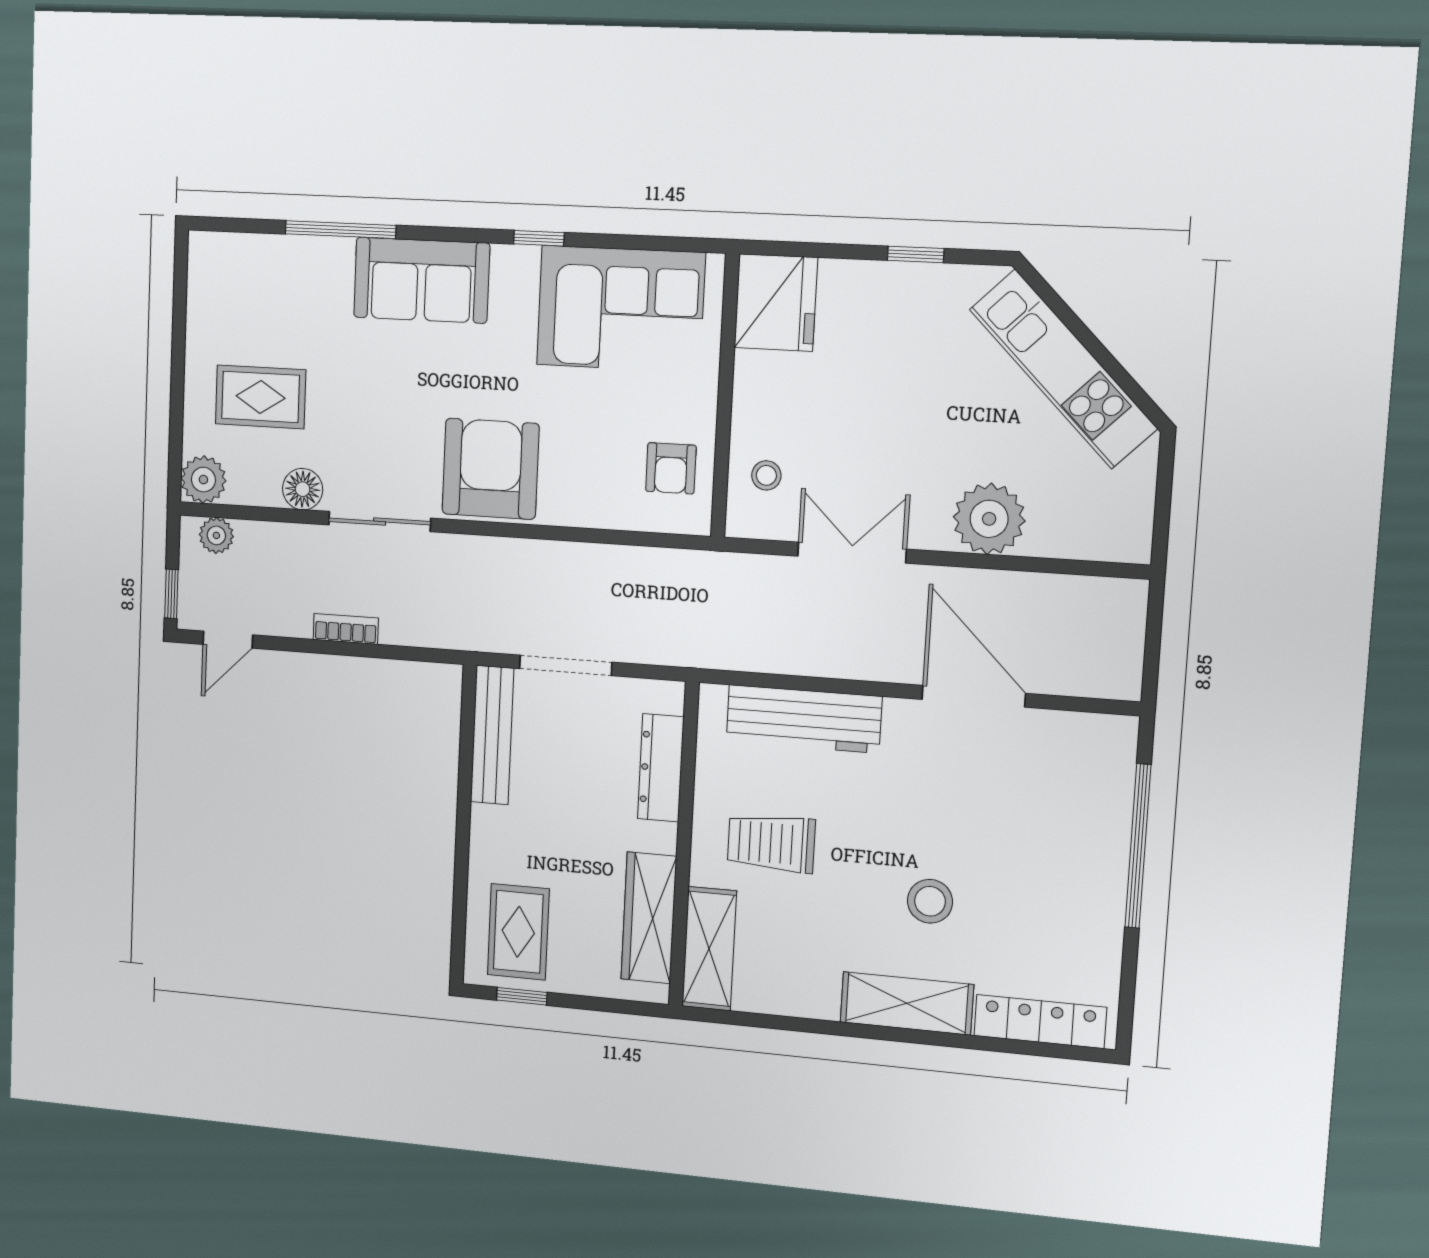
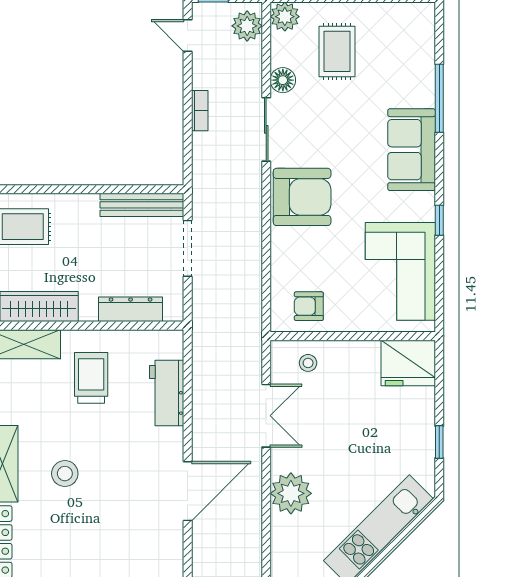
plant: (216, 535) -> (247, 26), width x1.38, depth x1.38
workbench: (804, 719) -> (167, 393), width x0.73

